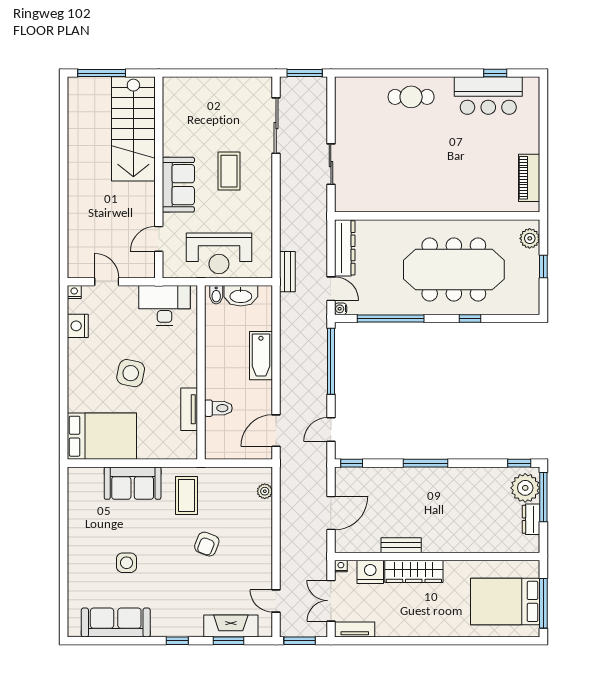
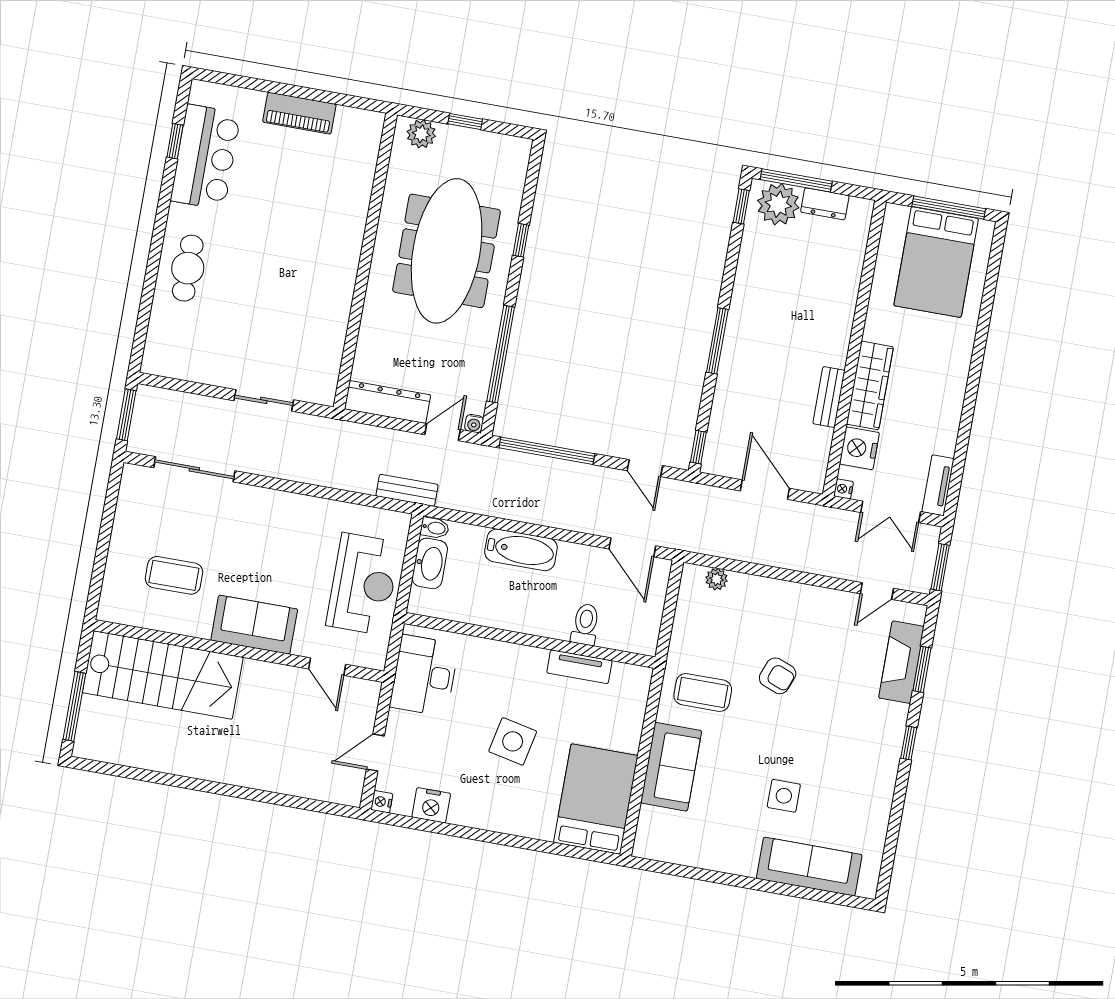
coffee table: (229, 171) -> (174, 575), moved
piano: (529, 178) -> (299, 113), moved
bidet: (216, 295) -> (435, 528), moved
sofa: (116, 623) -> (809, 867), moved, turned 90

